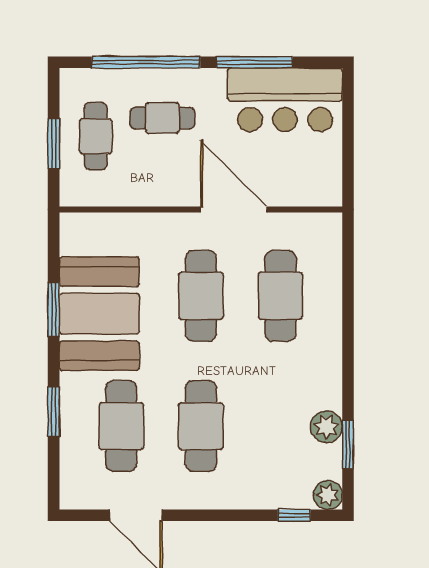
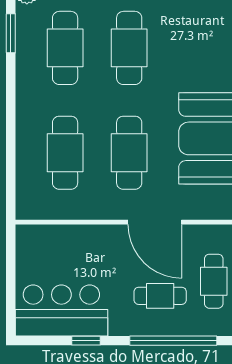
window: (255, 62) -> (86, 341), width x0.46
door: (234, 209) -> (155, 222), moved
cafe table: (121, 426) -> (65, 48), moved
plant: (326, 427) -> (28, 47), removed

